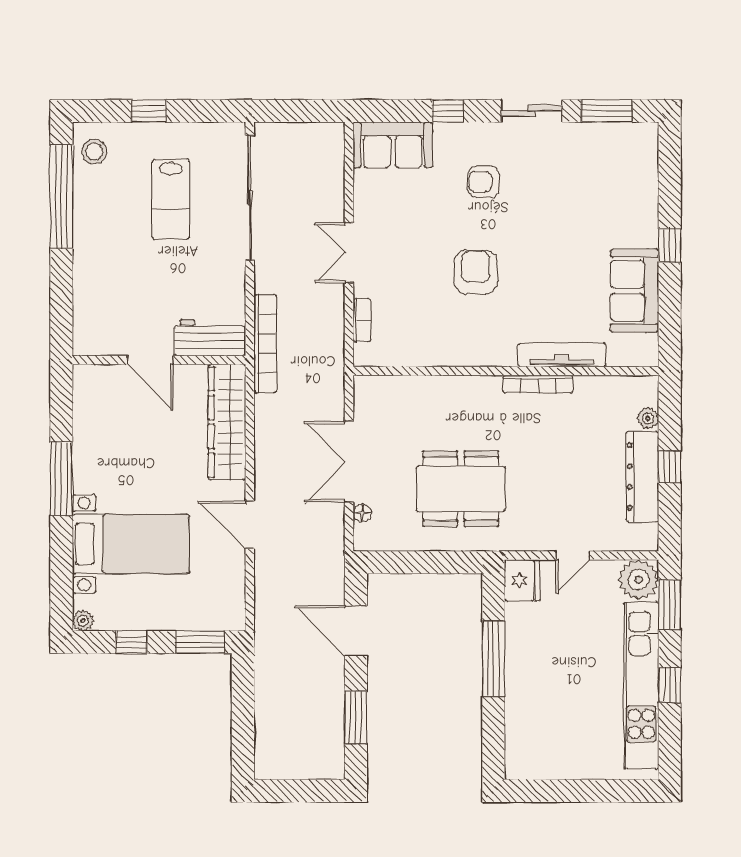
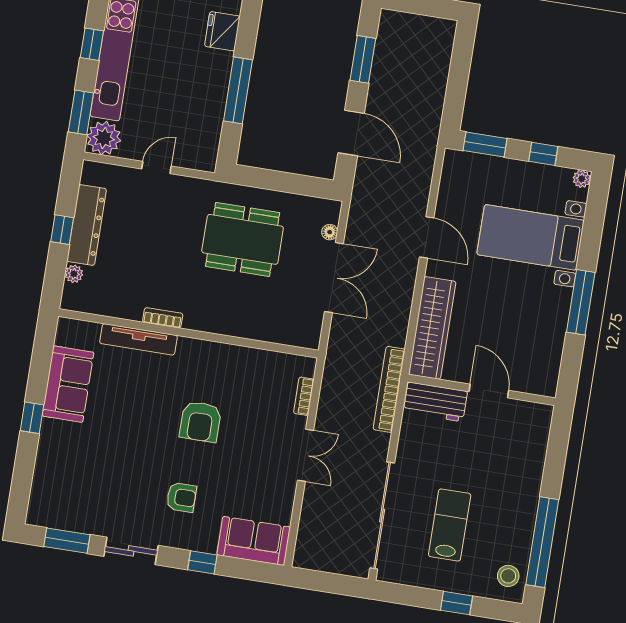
bookcase: (538, 384) -> (163, 318), width x0.64
fridge: (522, 580) -> (222, 31), moved

